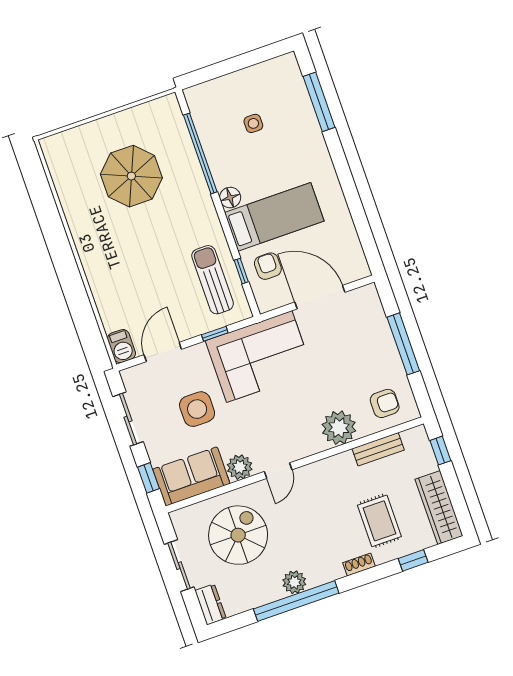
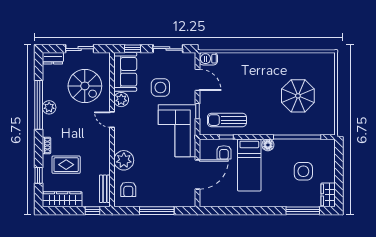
wardrobe: (278, 69) -> (328, 195), added
side table: (253, 123) -> (303, 171), width x1.87, depth x1.87
armchair: (268, 266) -> (224, 152), turned 90
sun lounger: (213, 280) -> (227, 120), turned 180
bench: (378, 449) -> (105, 189), moved

